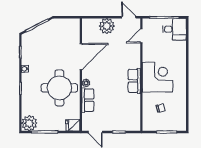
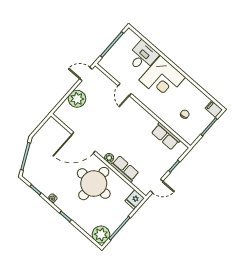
desk: (175, 29) -> (142, 56), moved
door: (141, 36) -> (125, 90), moved
door: (81, 57) -> (83, 143), swing flipped
corner desk: (157, 77) -> (162, 79), moved, turned 180
row of seats: (134, 81) -> (166, 136), moved
filing cabinet: (181, 125) -> (214, 109), added

